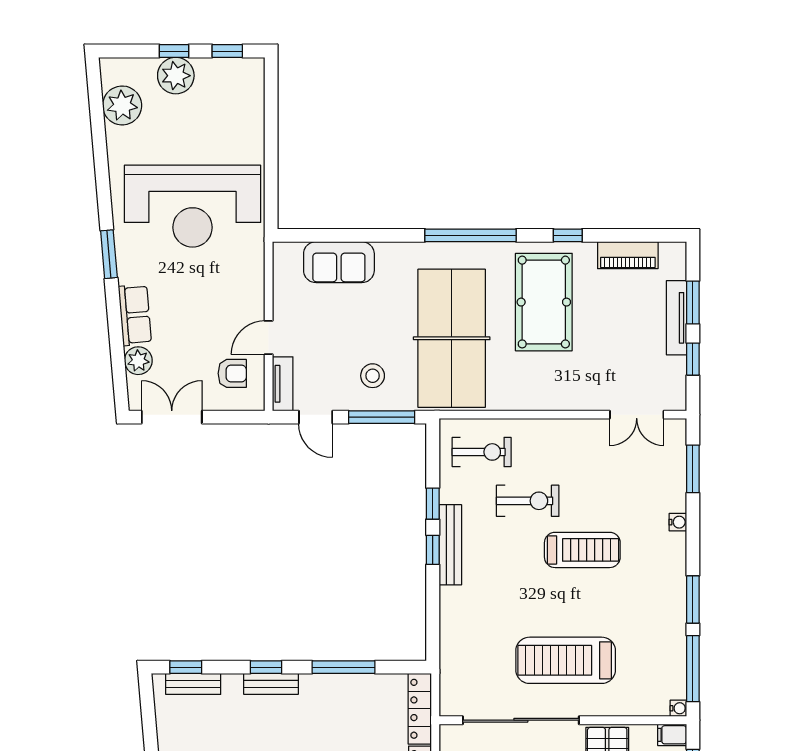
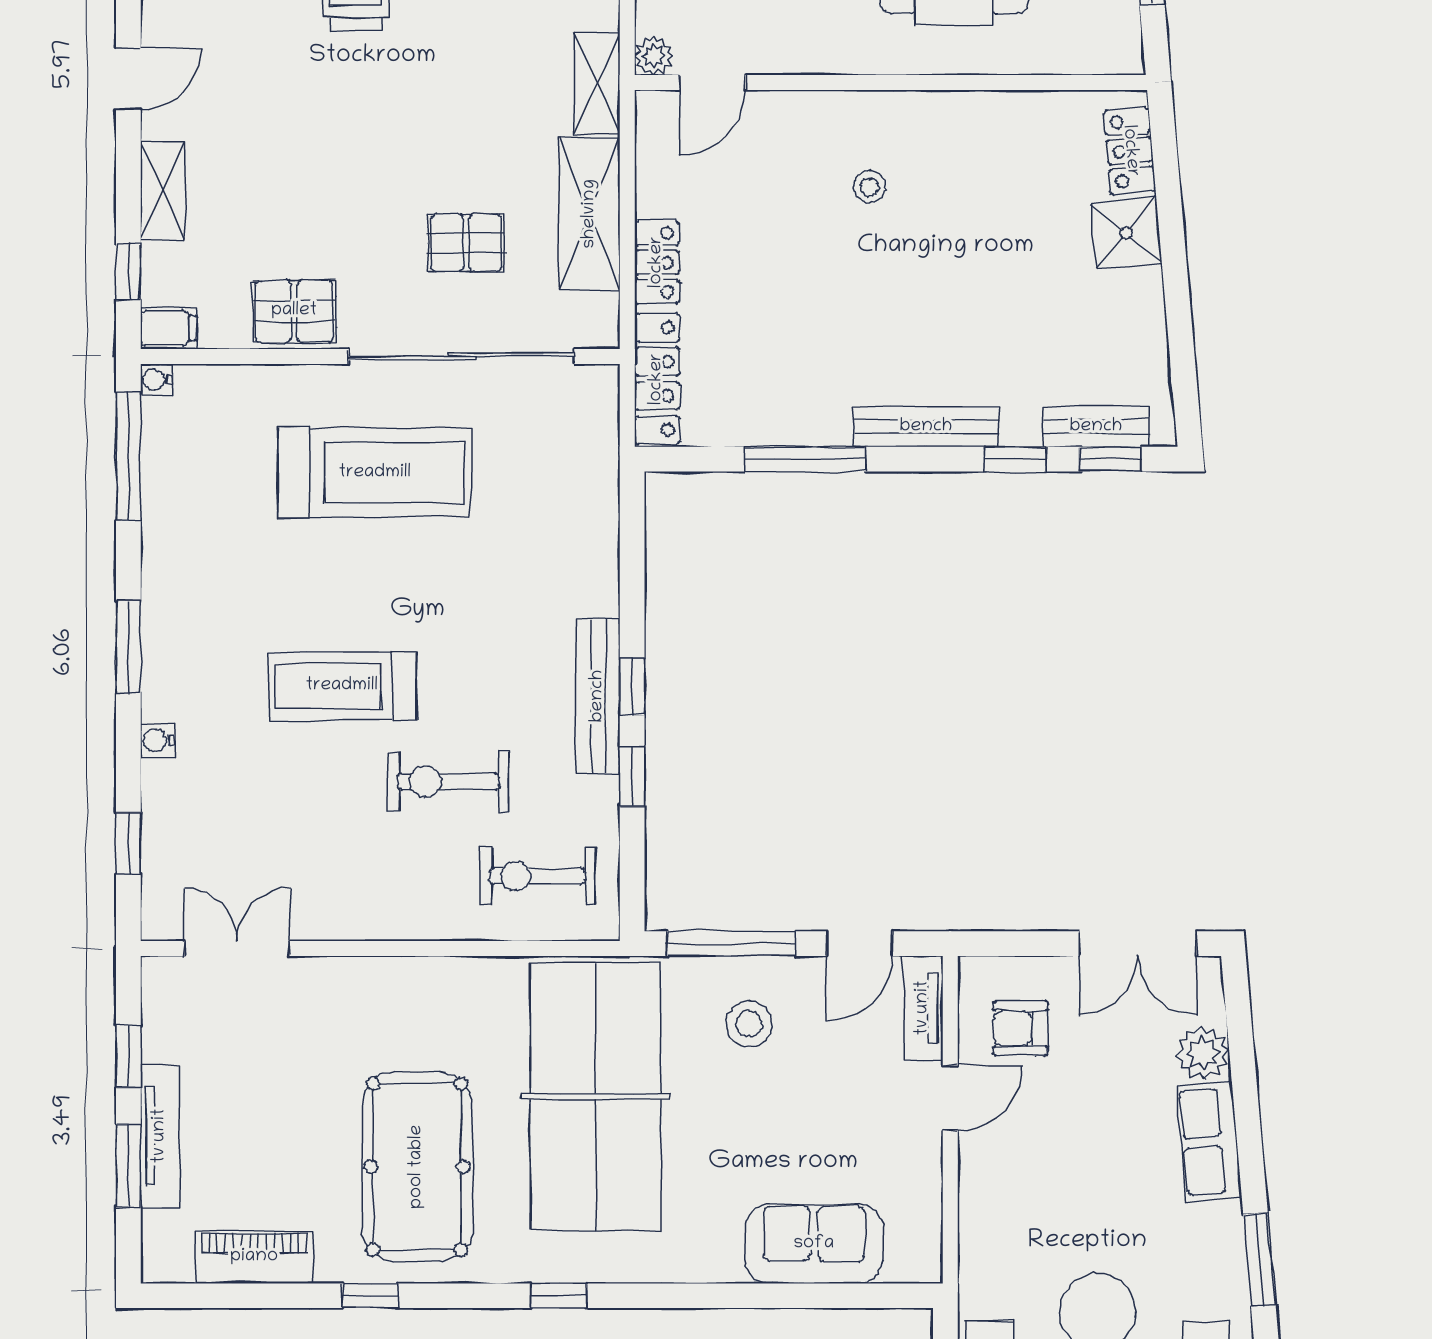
window: (470, 235) -> (559, 1296), width x0.32
door: (316, 417) -> (859, 944), swing flipped
window: (693, 469) -> (128, 844), width x0.67
window: (693, 599) -> (128, 647), moved
window: (266, 667) -> (1015, 459), moved
bench: (271, 684) -> (926, 427), width x1.36

